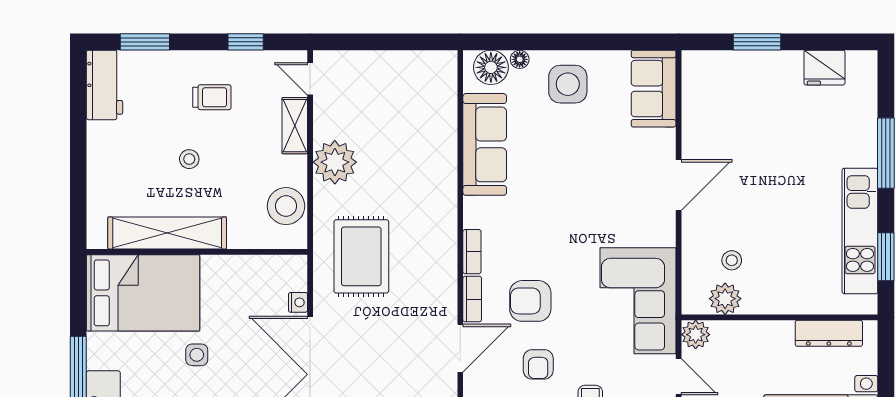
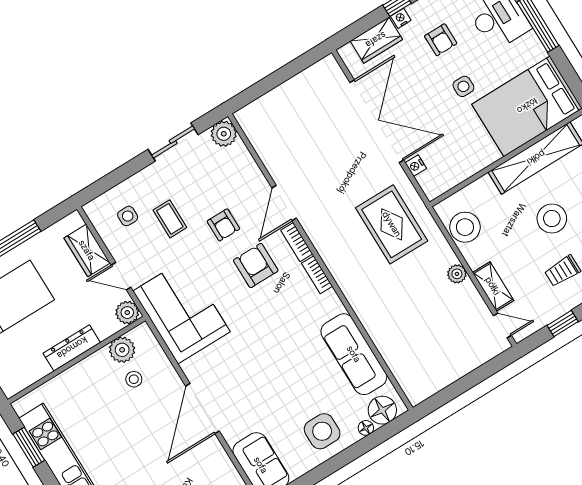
stool: (189, 159) -> (552, 218), width x1.89, depth x1.89
plant: (335, 162) -> (457, 274), width x0.53, depth x0.53
door: (679, 185) -> (203, 409), width x1.36
armchair: (530, 301) -> (256, 265), turned -90
dresser: (829, 333) -> (72, 348), moved
armchair: (538, 364) -> (223, 225), turned 180

